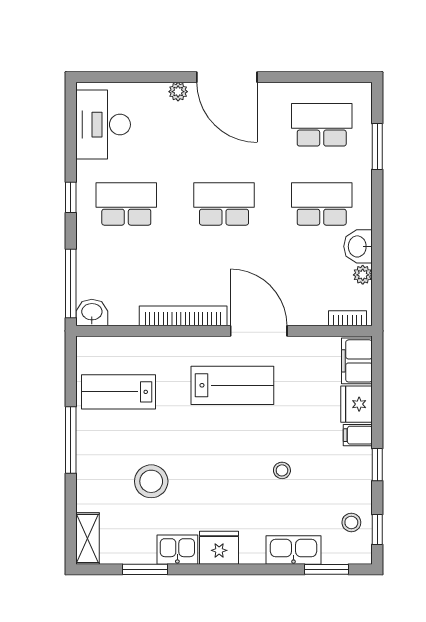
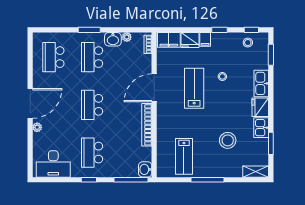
window: (377, 146) -> (89, 30), moved
lab bench: (232, 385) -> (194, 88), moved
kitchen sink: (294, 550) -> (261, 83), moved

